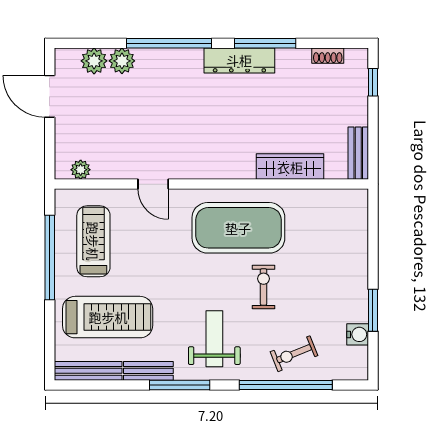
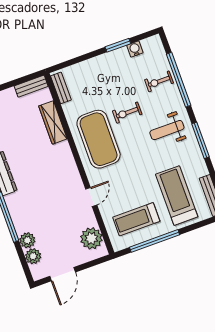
plant: (81, 170) -> (91, 238), width x1.87, depth x1.87
exercise bike: (294, 354) -> (159, 81), turned 112
bench: (148, 371) -> (61, 88), moved

